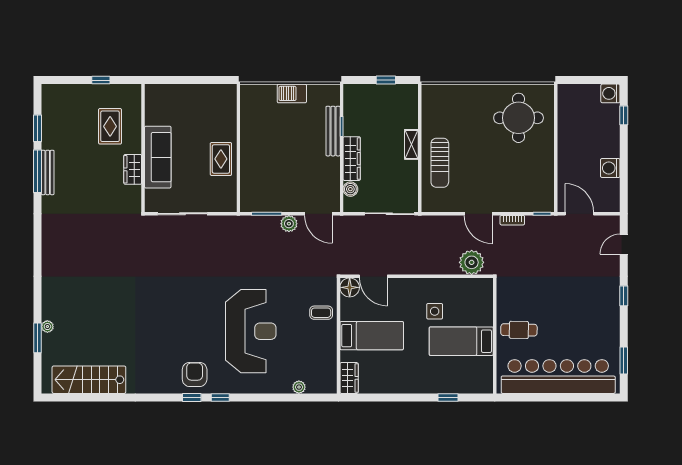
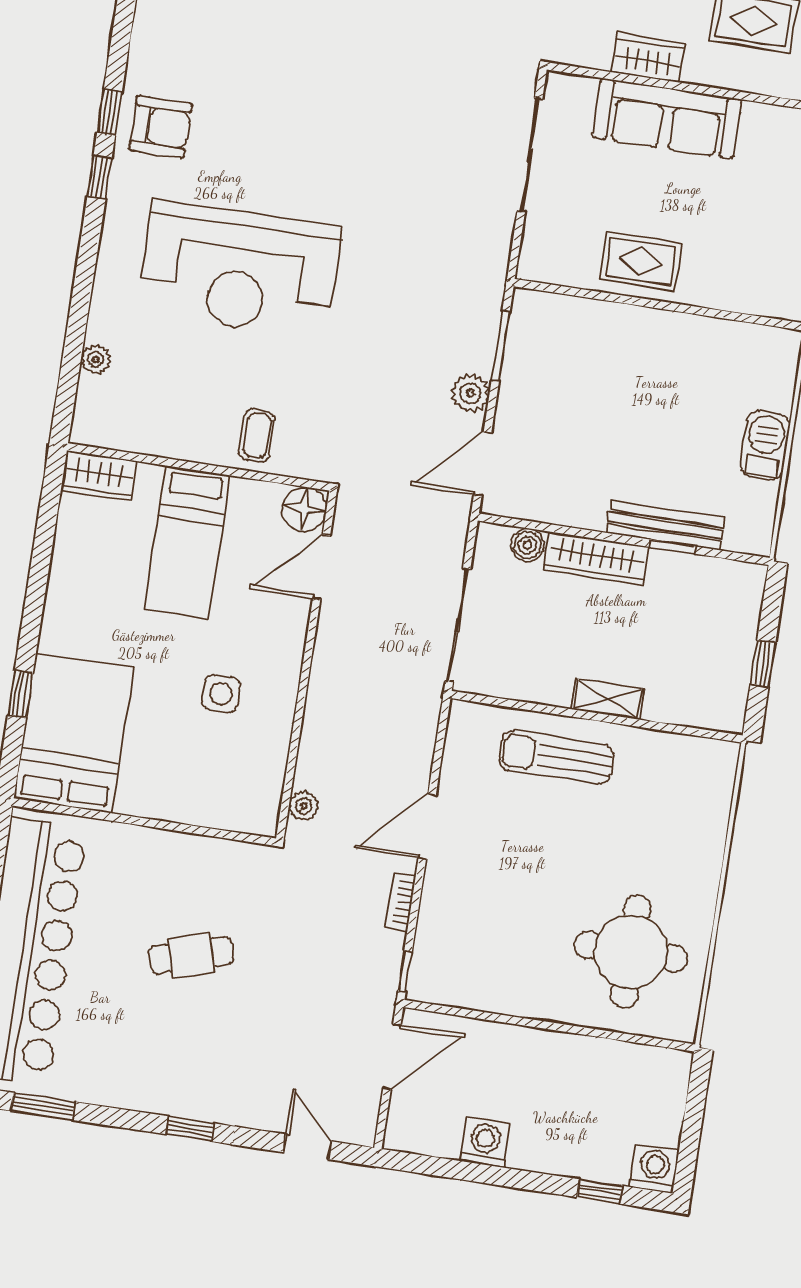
plant: (472, 262) -> (304, 806), width x0.53, depth x0.53
cafe table: (519, 330) -> (191, 955), moved, turned 73
bed: (461, 341) -> (74, 733), moved, width x1.50

